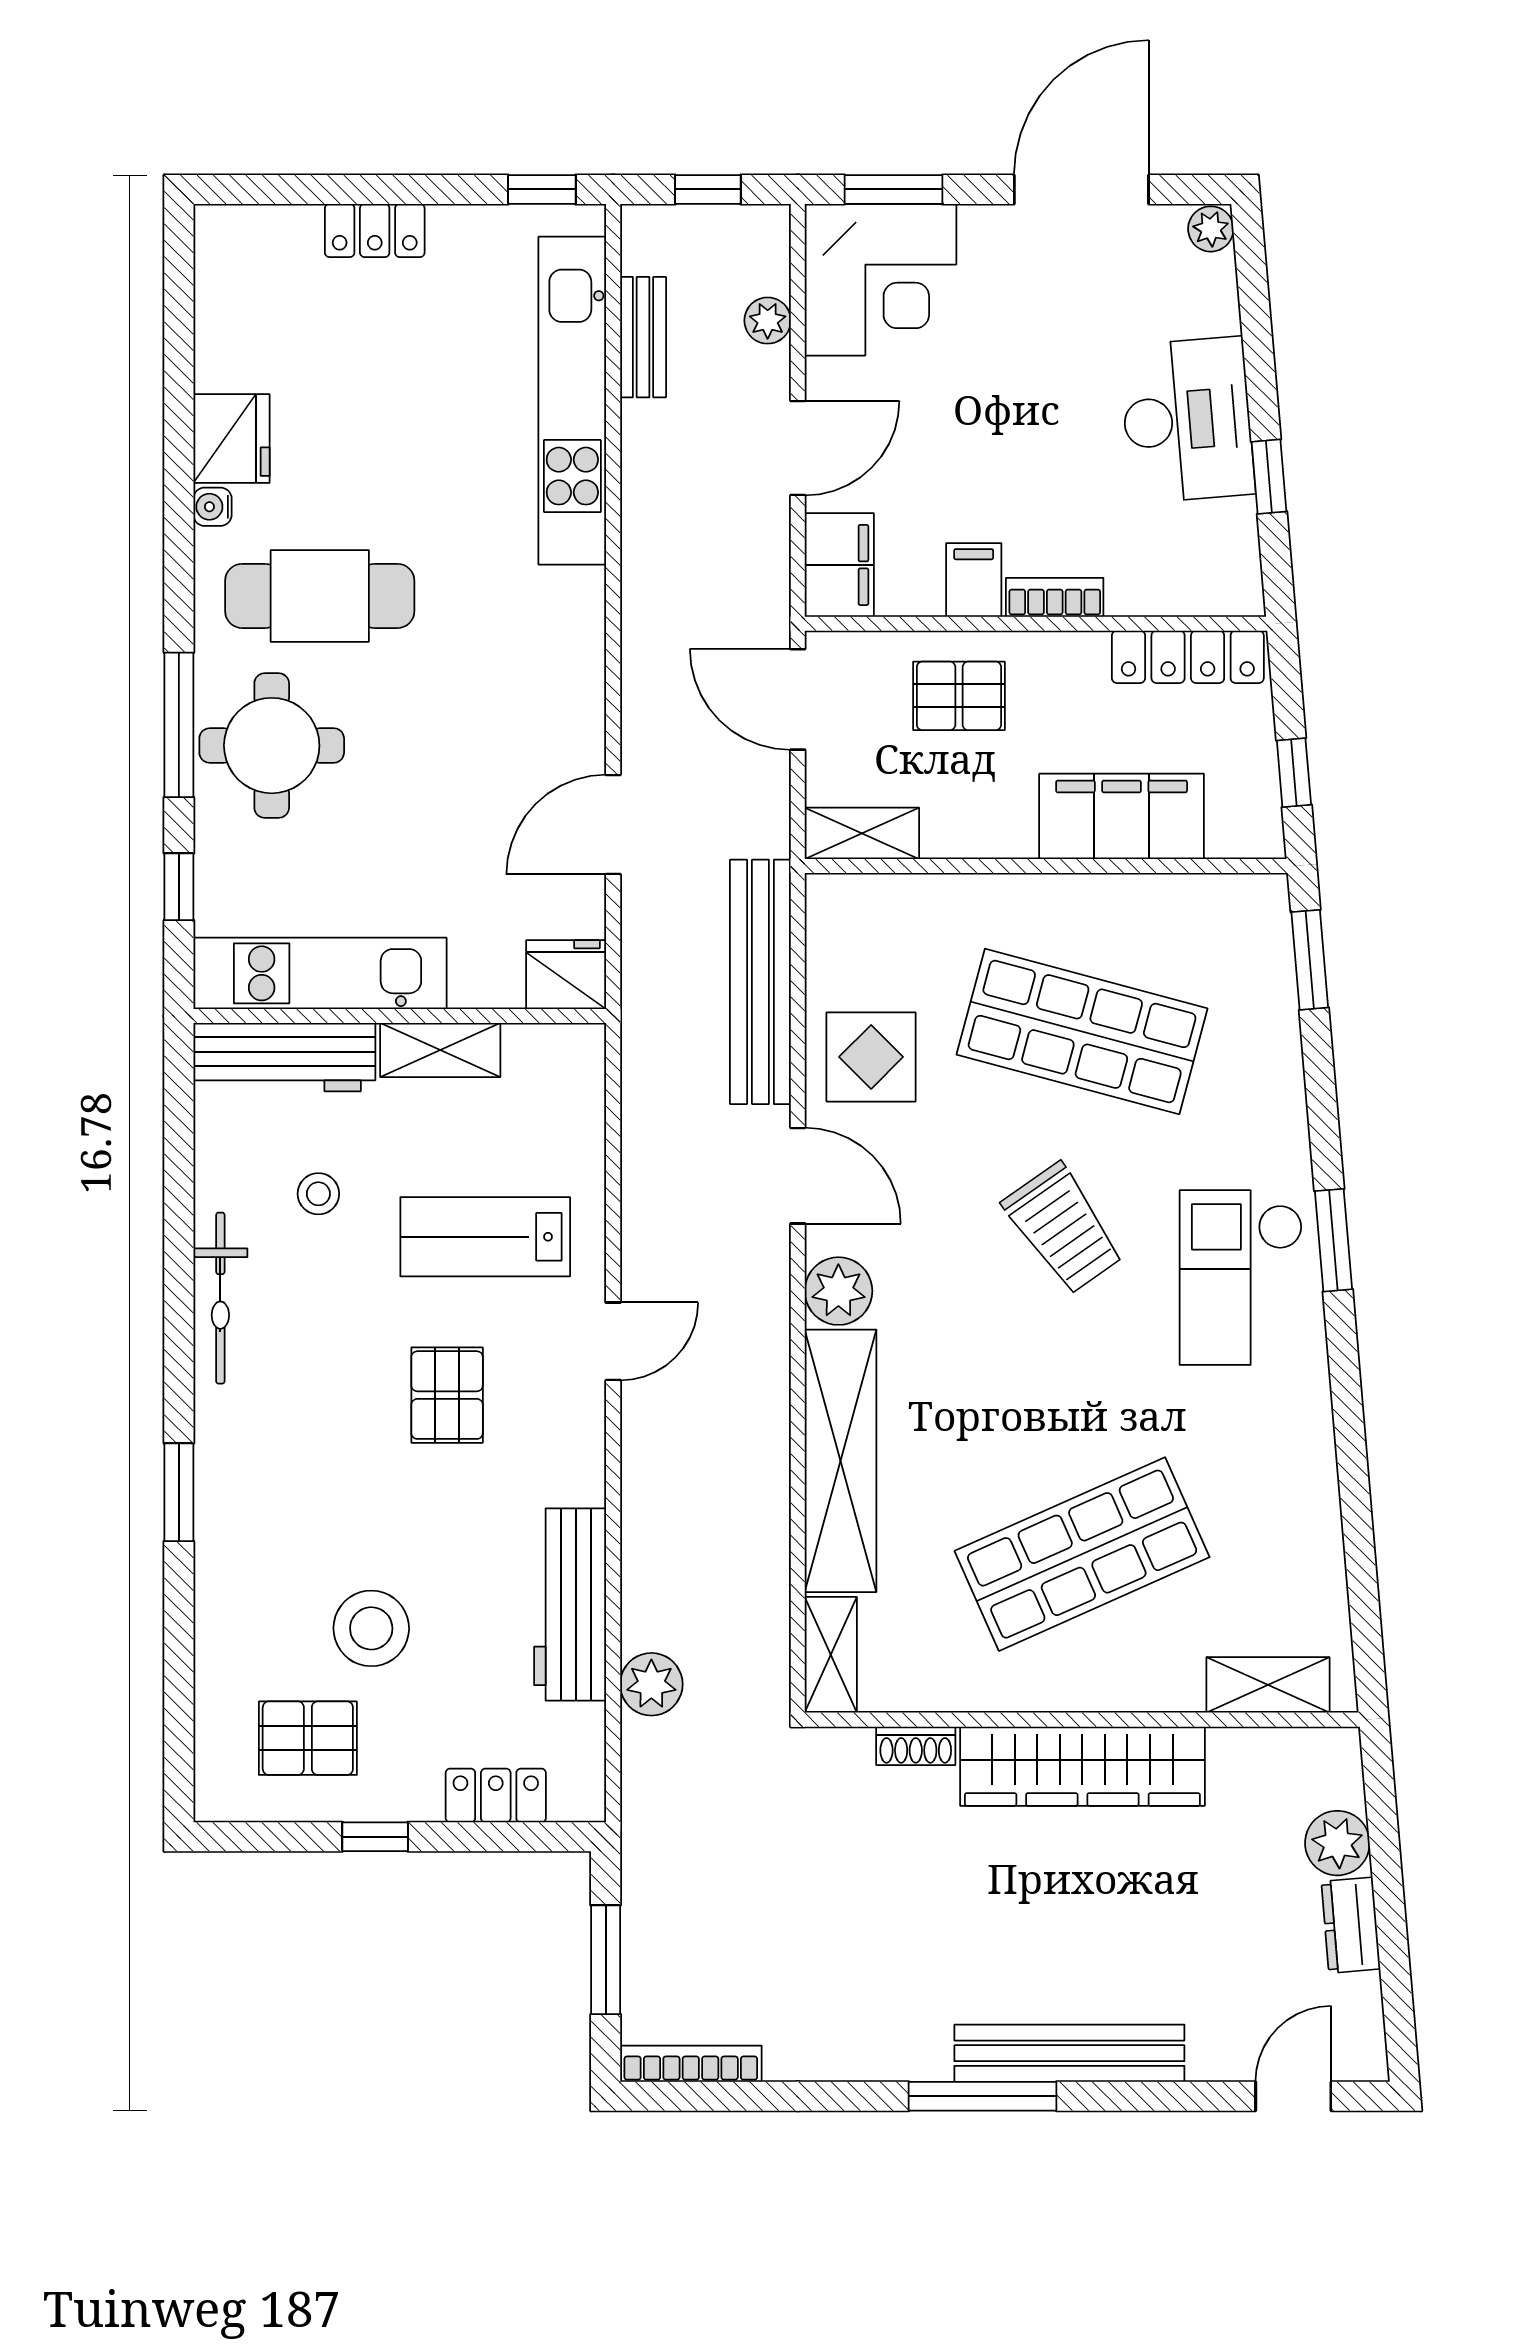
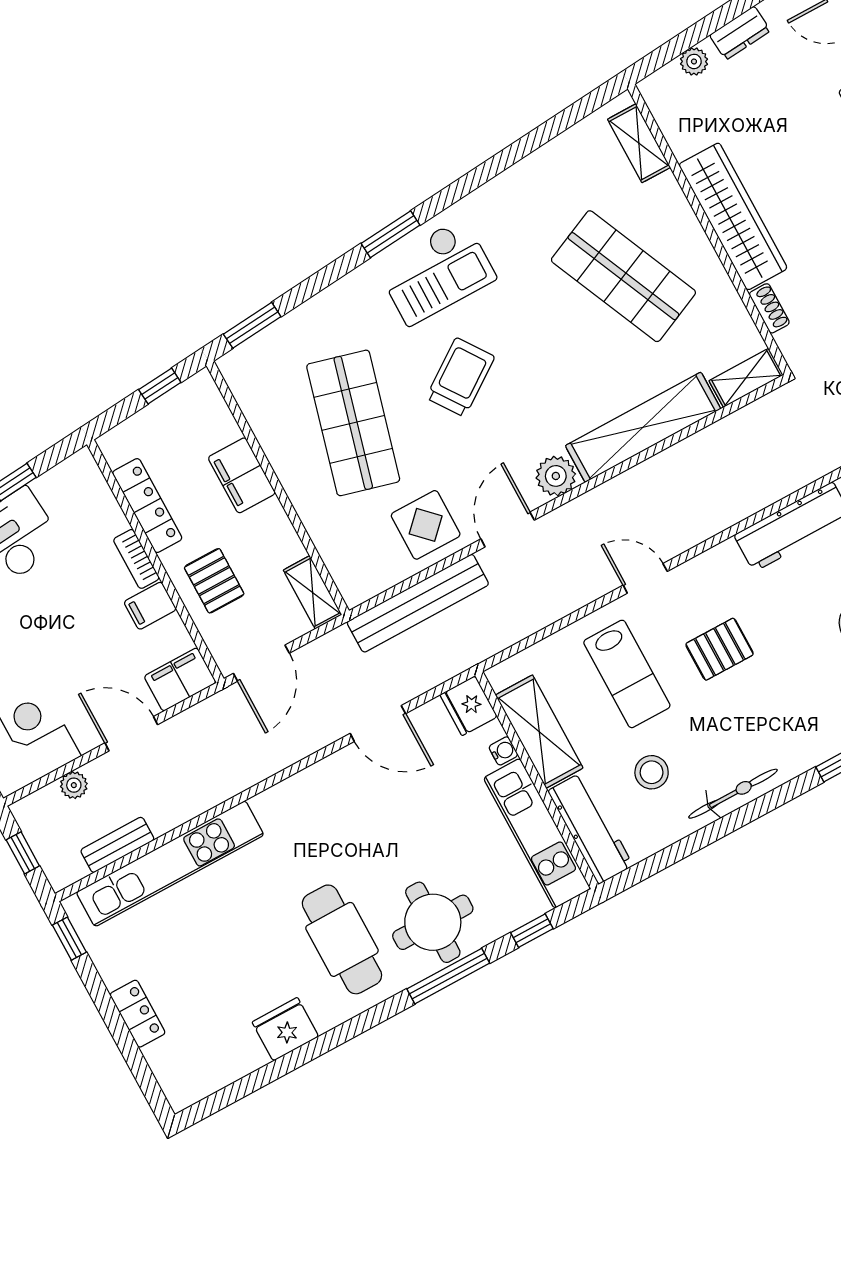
water cooler: (212, 507) -> (503, 751), moved, turned -90
locker: (1188, 657) -> (147, 506), moved
filing cabinet: (1122, 816) -> (242, 475), width x0.67, depth x0.86
shelving: (440, 1050) -> (539, 732), width x1.50, depth x1.33
stool: (318, 1194) -> (652, 772), width x1.37, depth x1.37
plant: (651, 1684) -> (812, 462), removed
plant: (1337, 1843) -> (694, 61), width x0.73, depth x0.73

